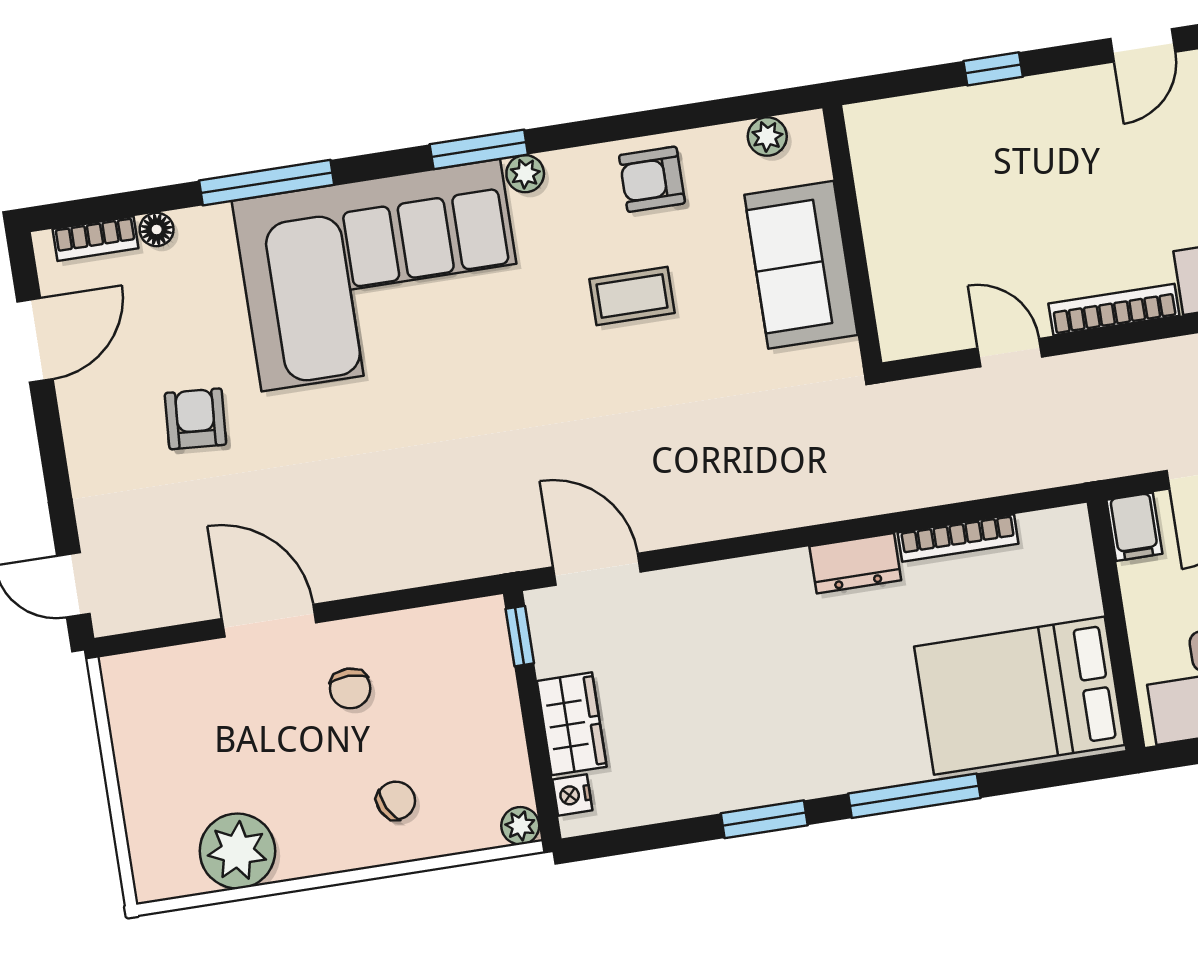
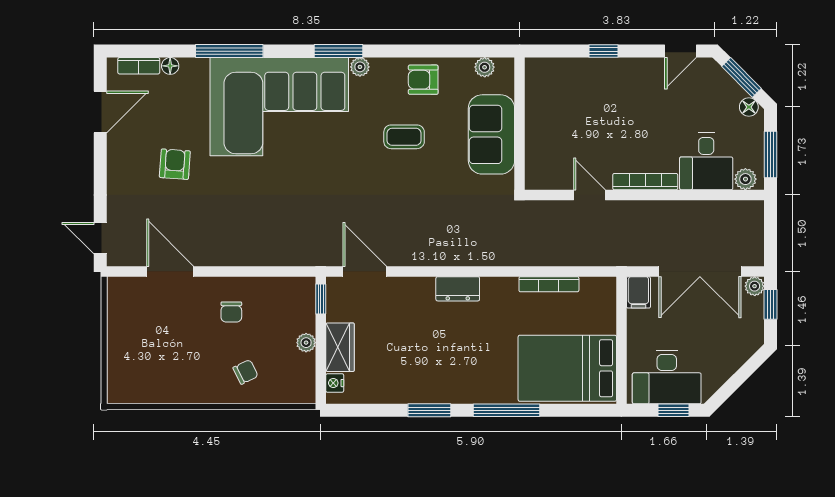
dresser: (855, 563) -> (458, 289), moved
door: (269, 621) -> (170, 271), moved
plant: (520, 826) -> (306, 343), moved
plant: (237, 851) -> (162, 385), removed

